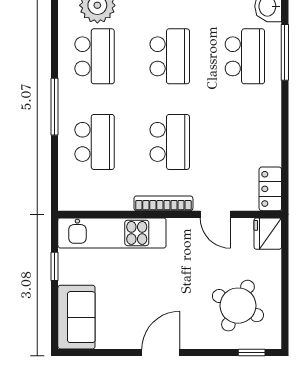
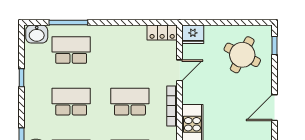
door: (161, 353) -> (274, 108), hinge flipped

